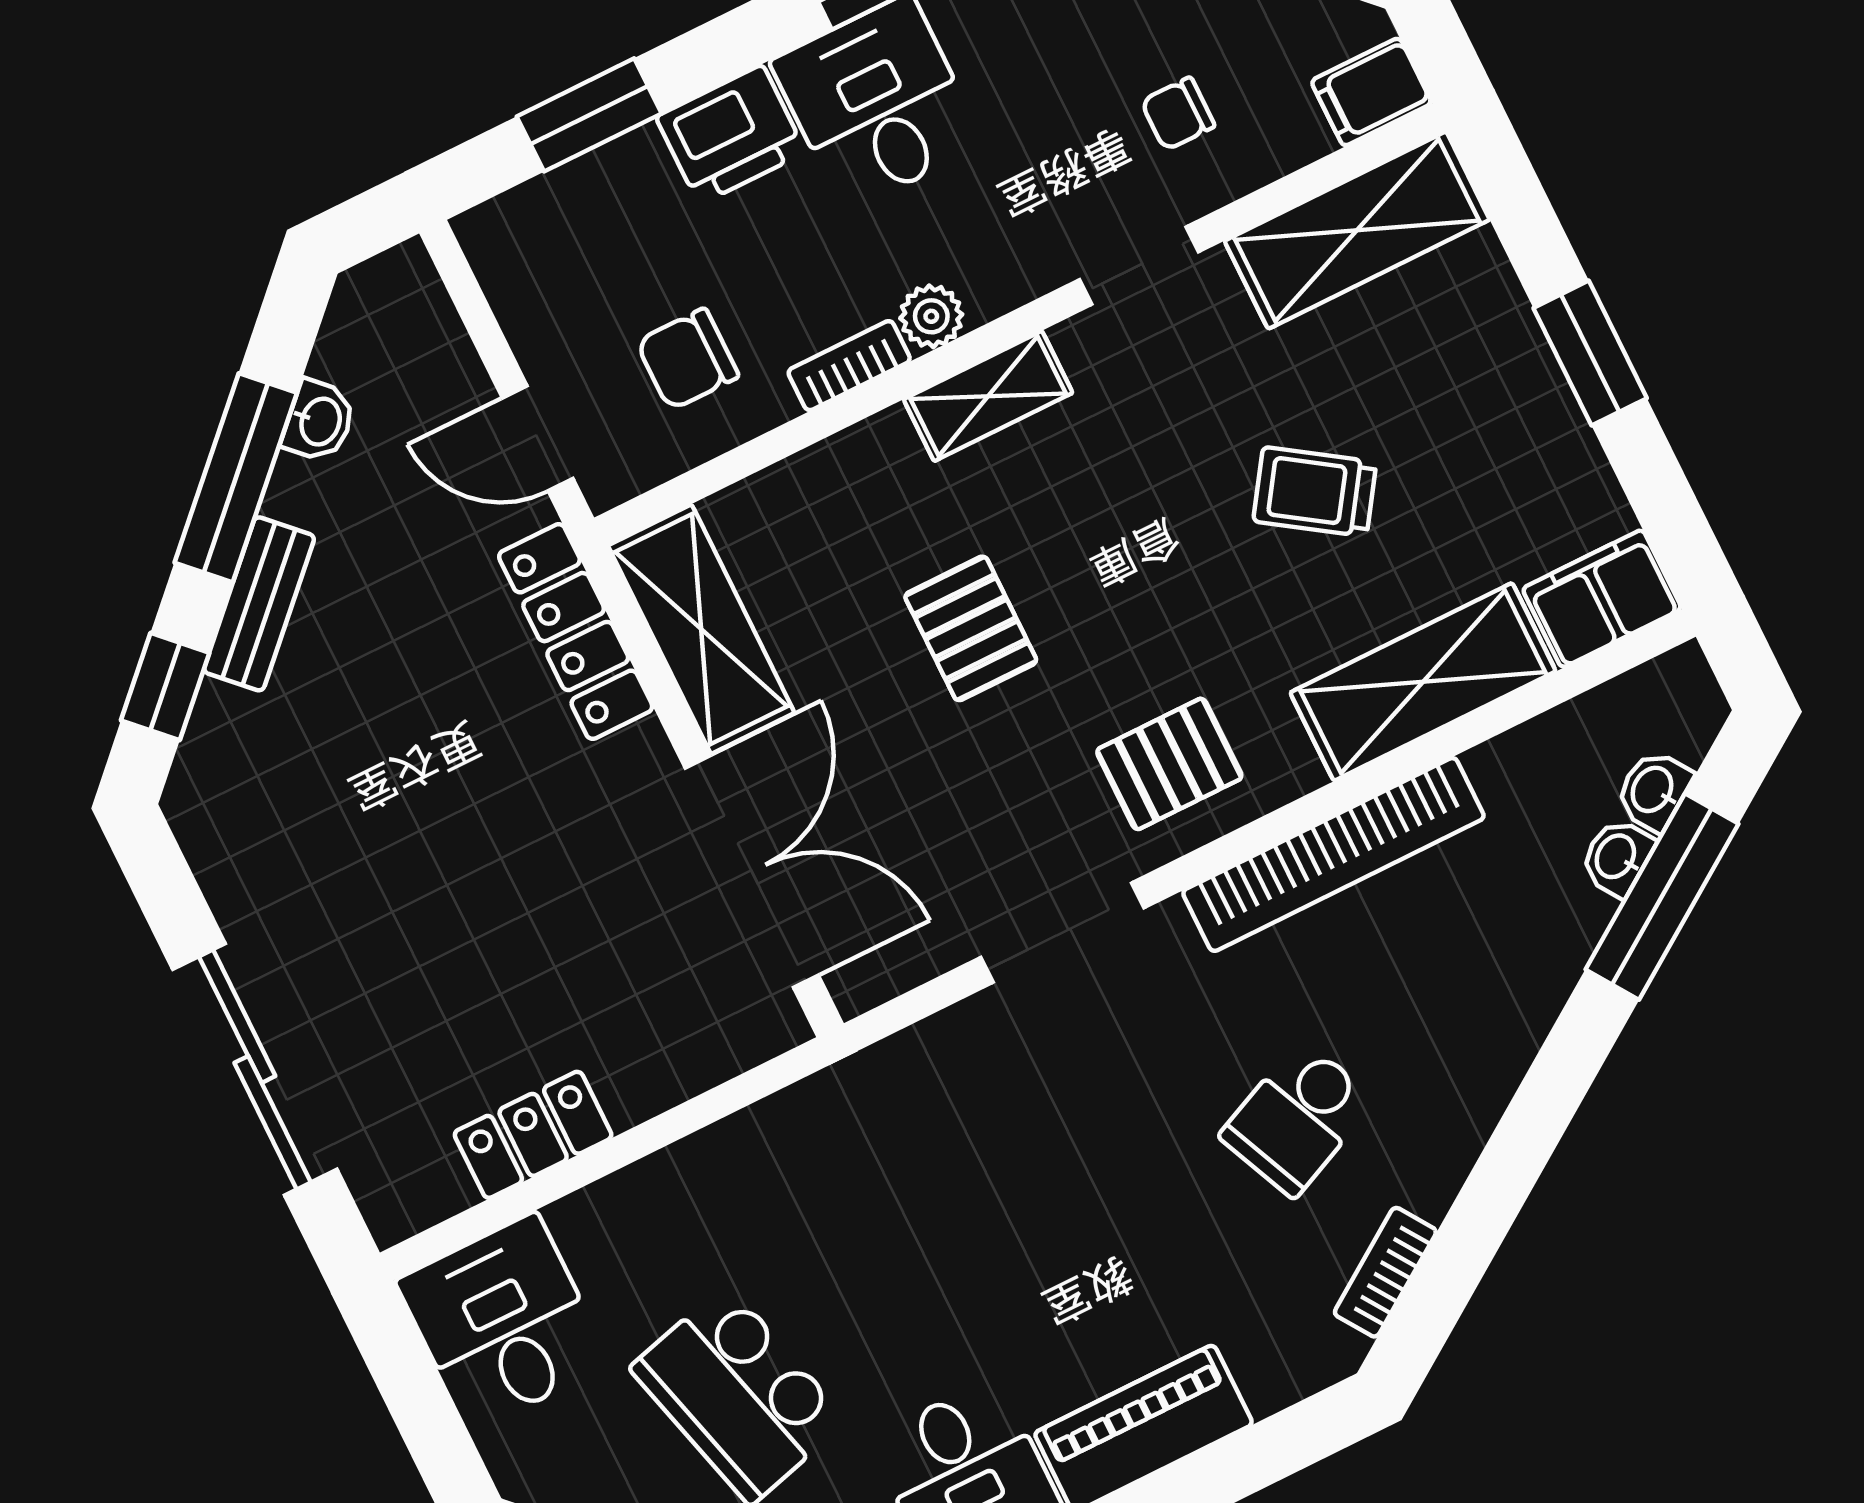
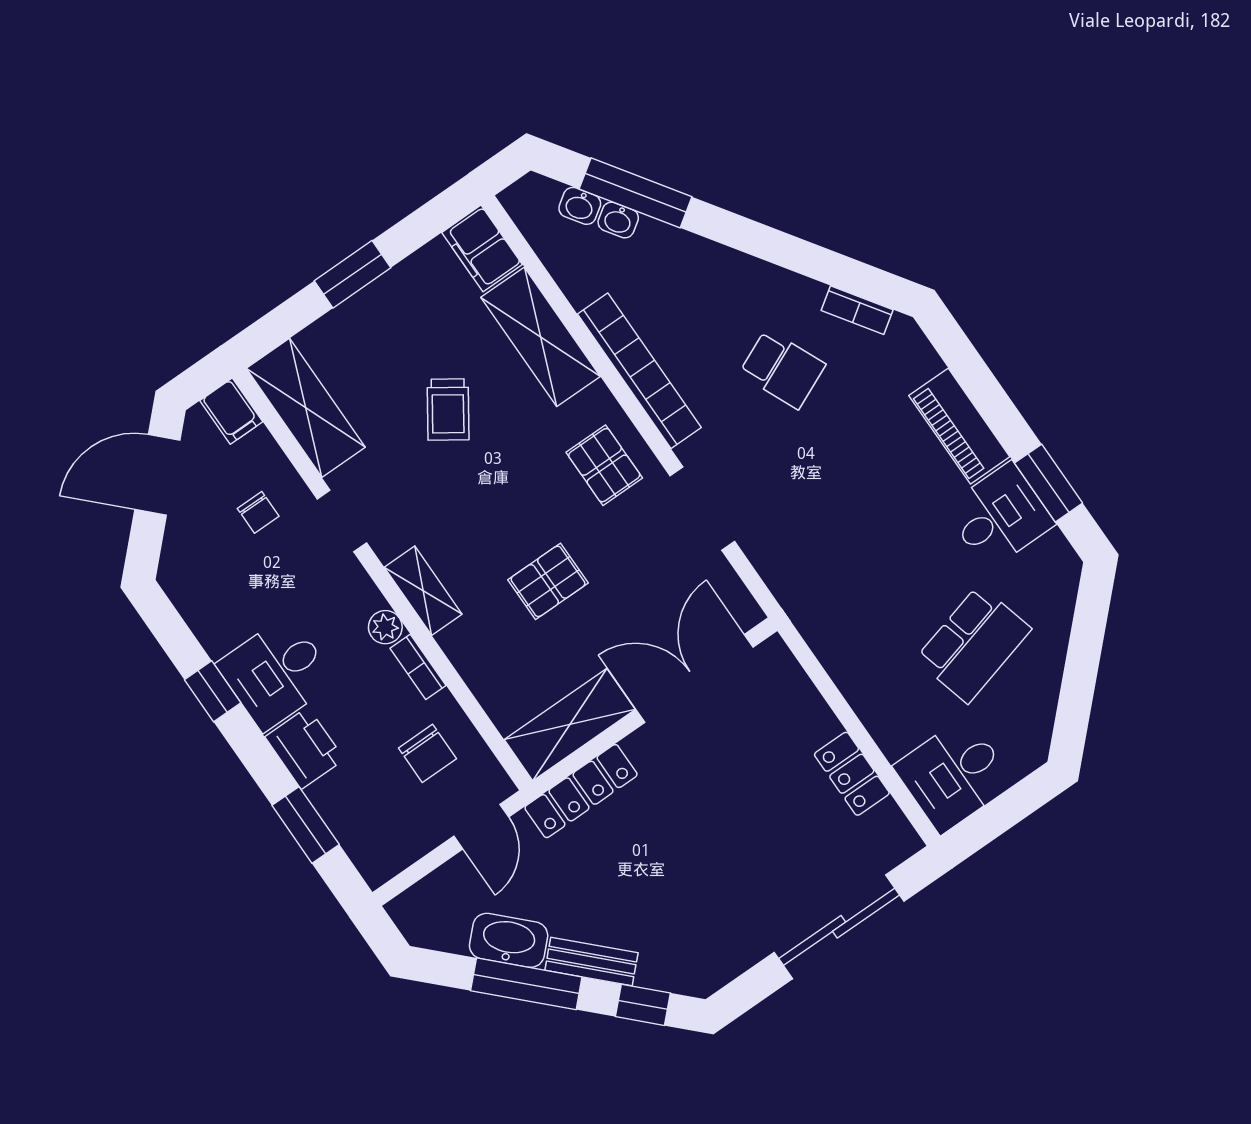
washbasin: (319, 421) -> (509, 940), width x1.91, depth x1.45

